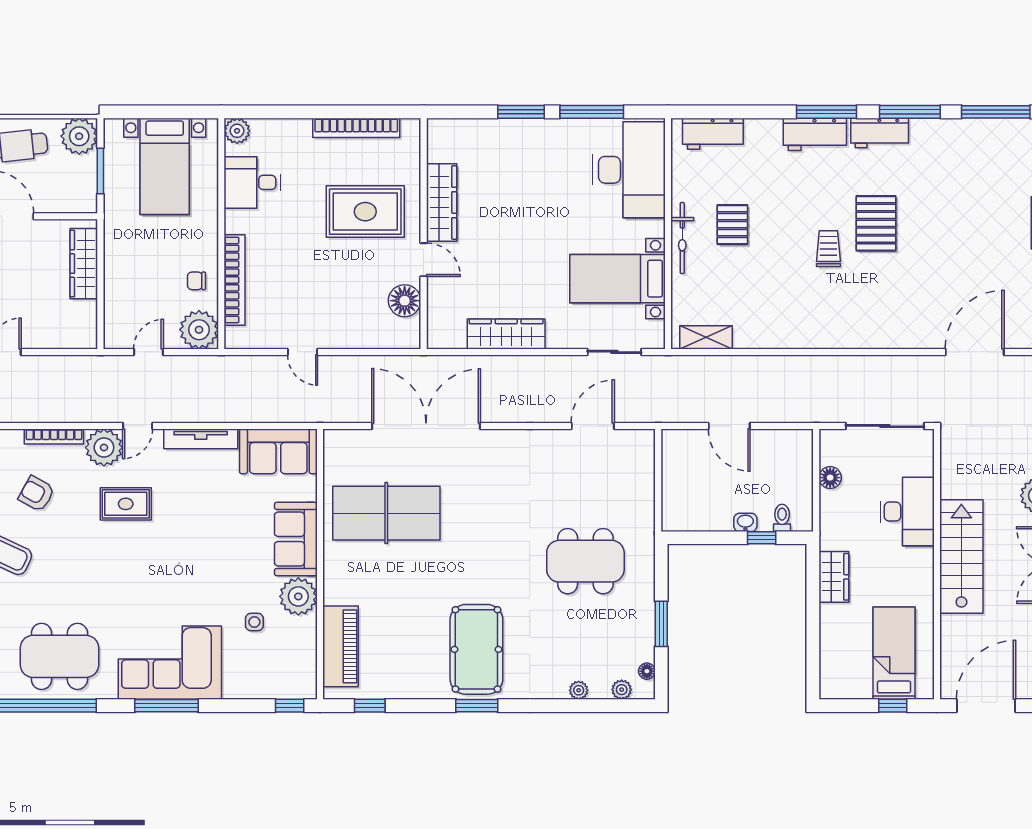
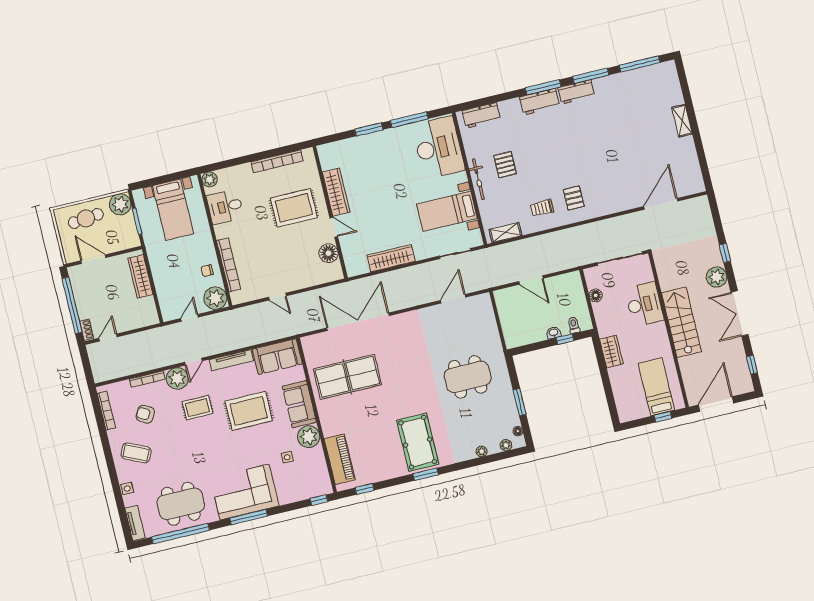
pallet: (876, 223) -> (574, 198), moved, width x0.67, depth x0.71
trolley: (828, 249) -> (542, 208), moved, turned -90
rug: (209, 530) -> (249, 411), added

